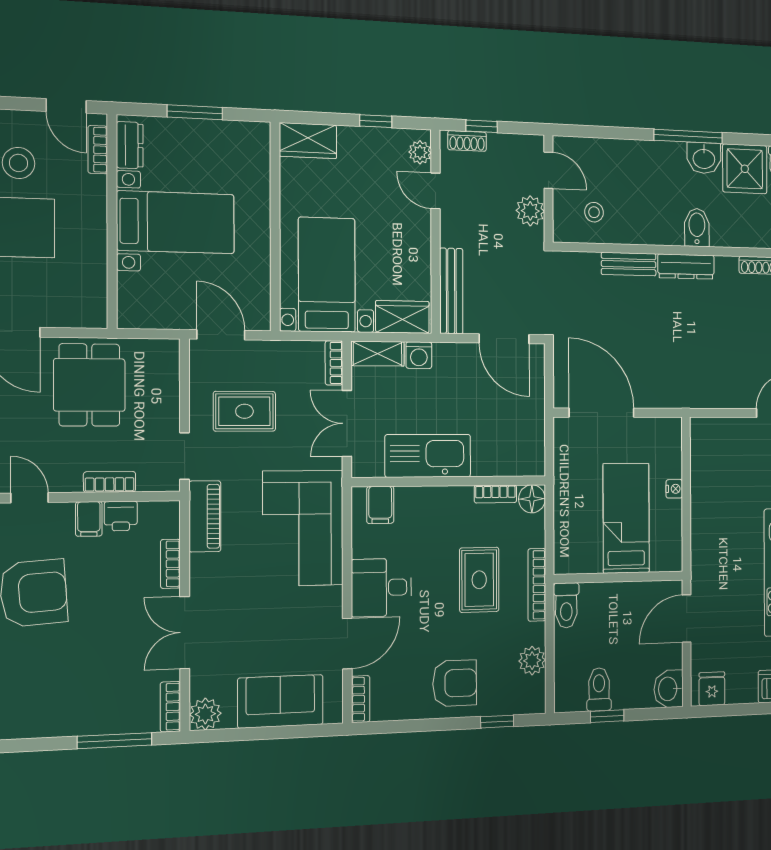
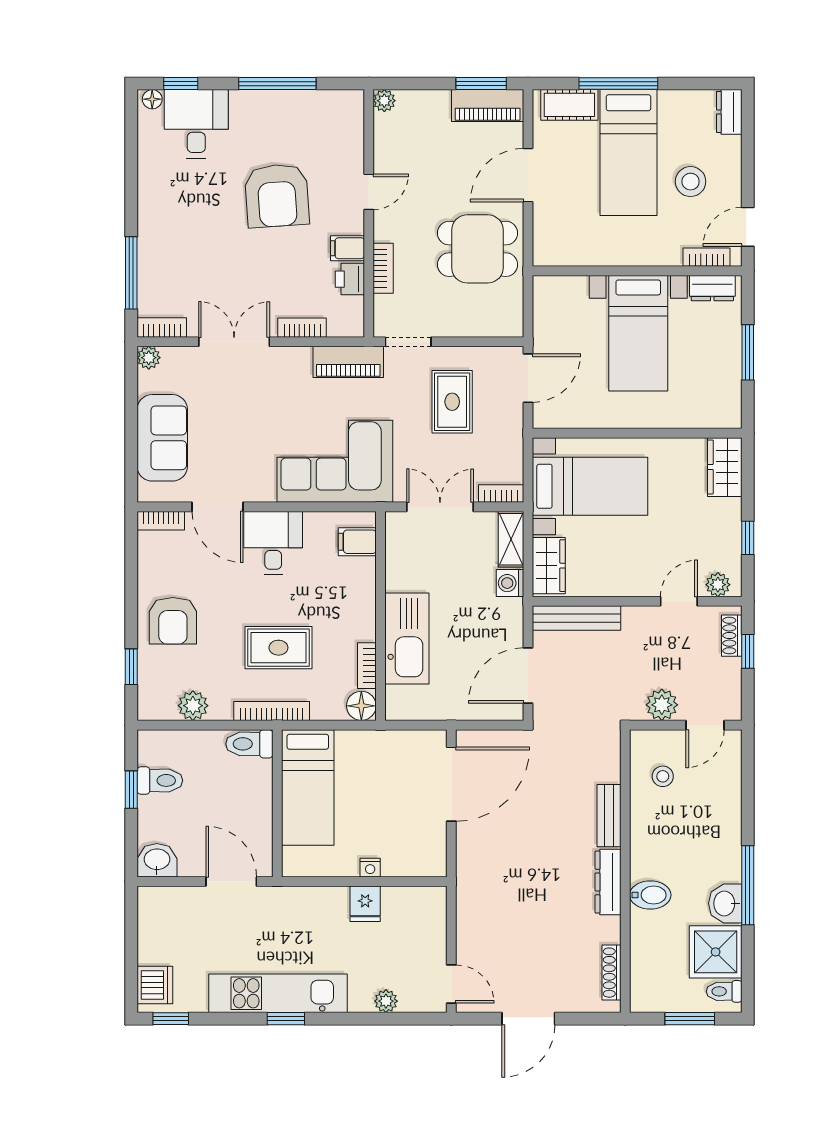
kitchen sink: (428, 456) -> (407, 639), moved
bed: (626, 518) -> (308, 788), moved, turned 90
fridge: (712, 689) -> (365, 904), moved, turned 90
plant: (205, 714) -> (149, 358), width x0.73, depth x0.73

